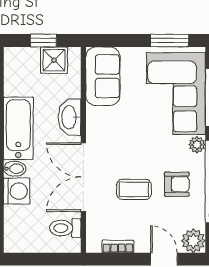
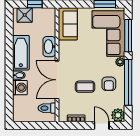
shower: (54, 60) -> (25, 15), moved
armchair: (177, 184) -> (109, 84), turned 90

